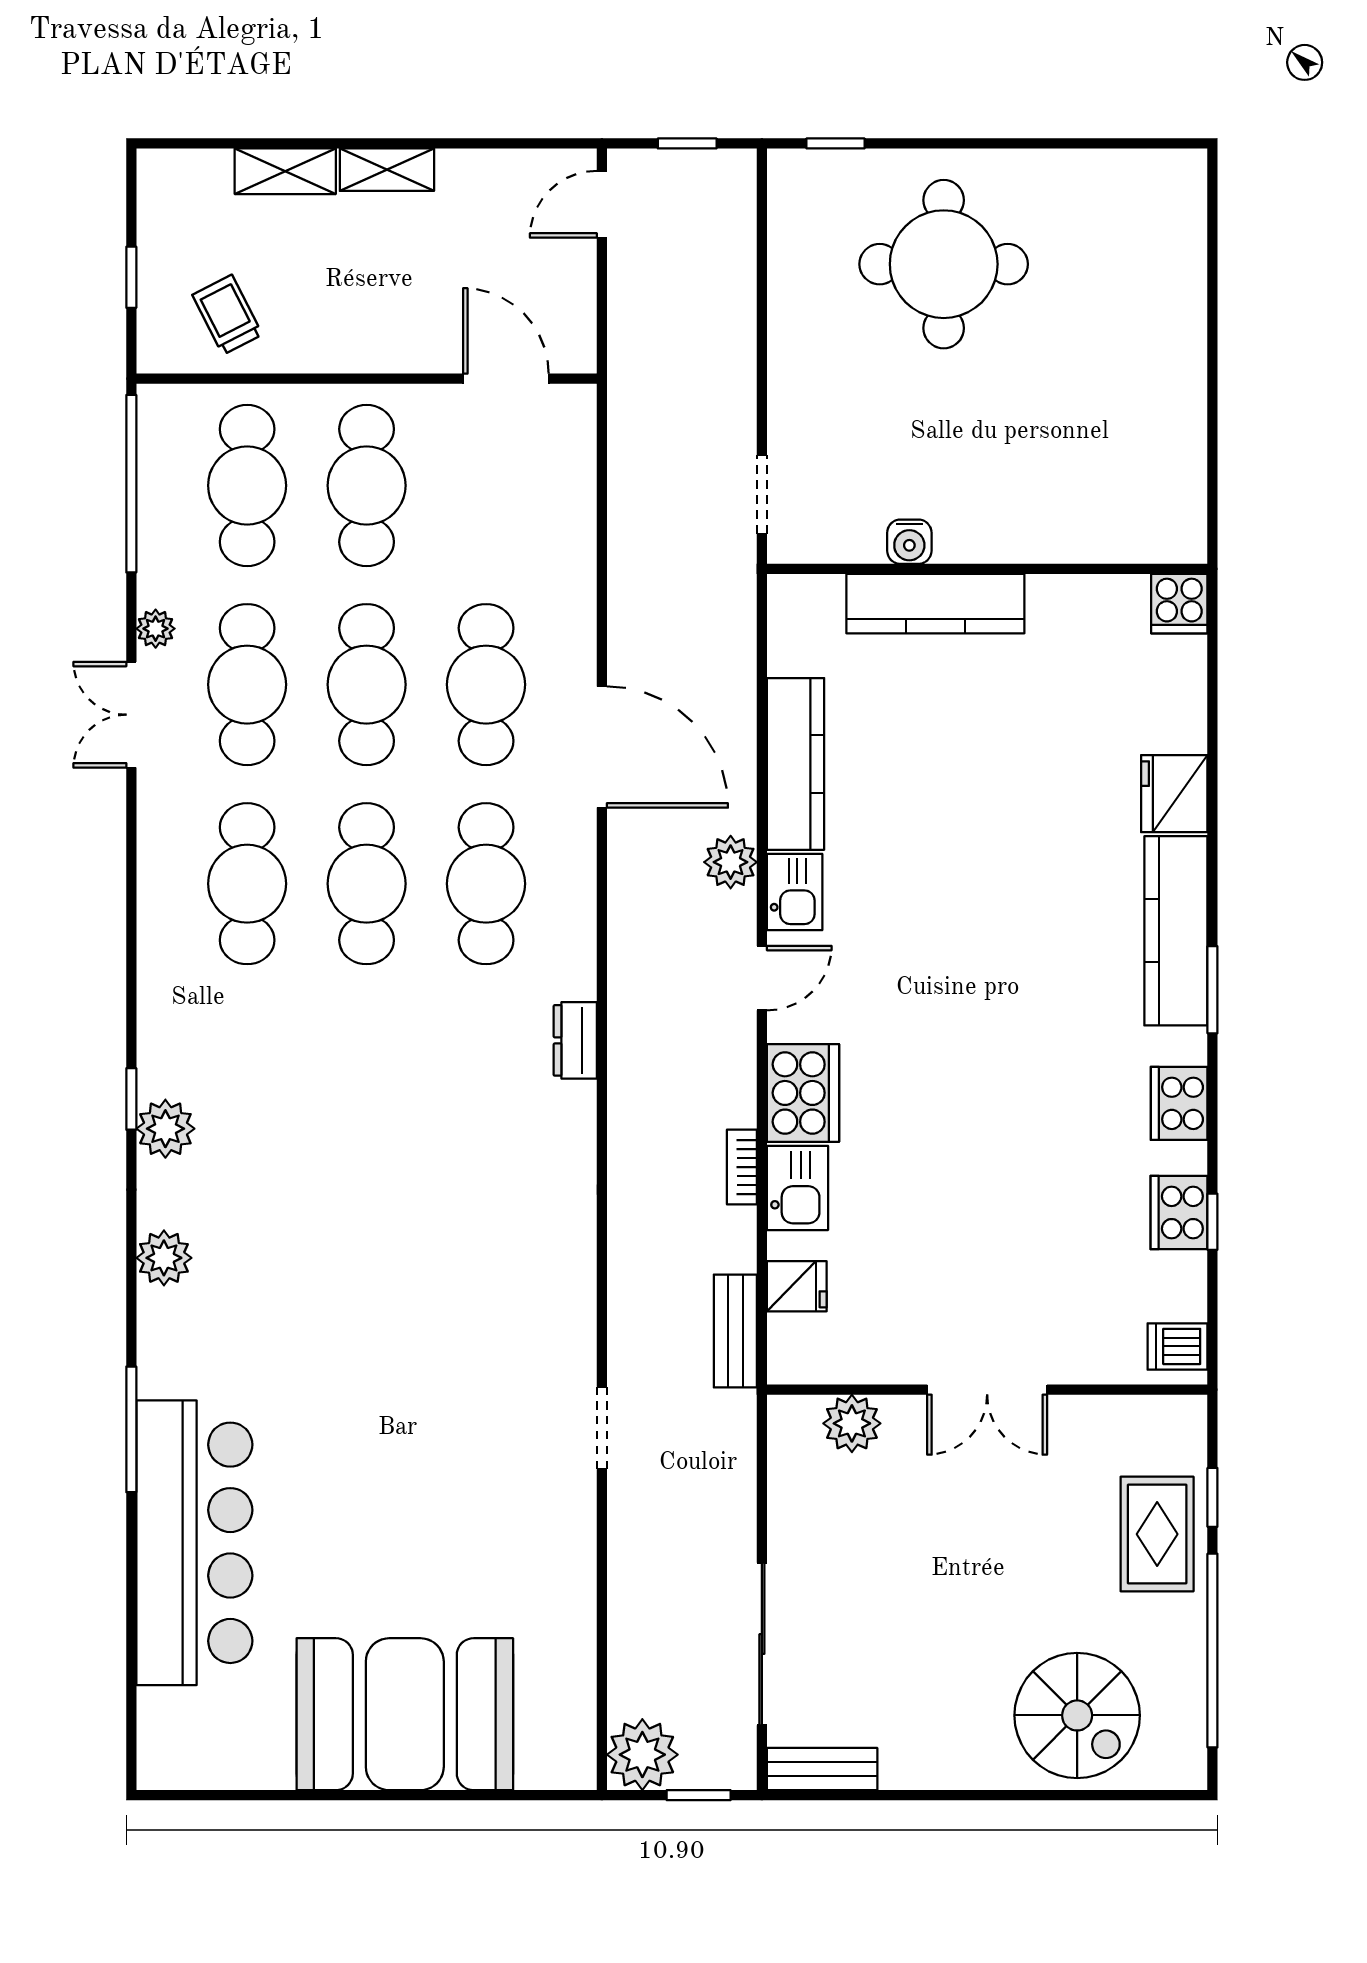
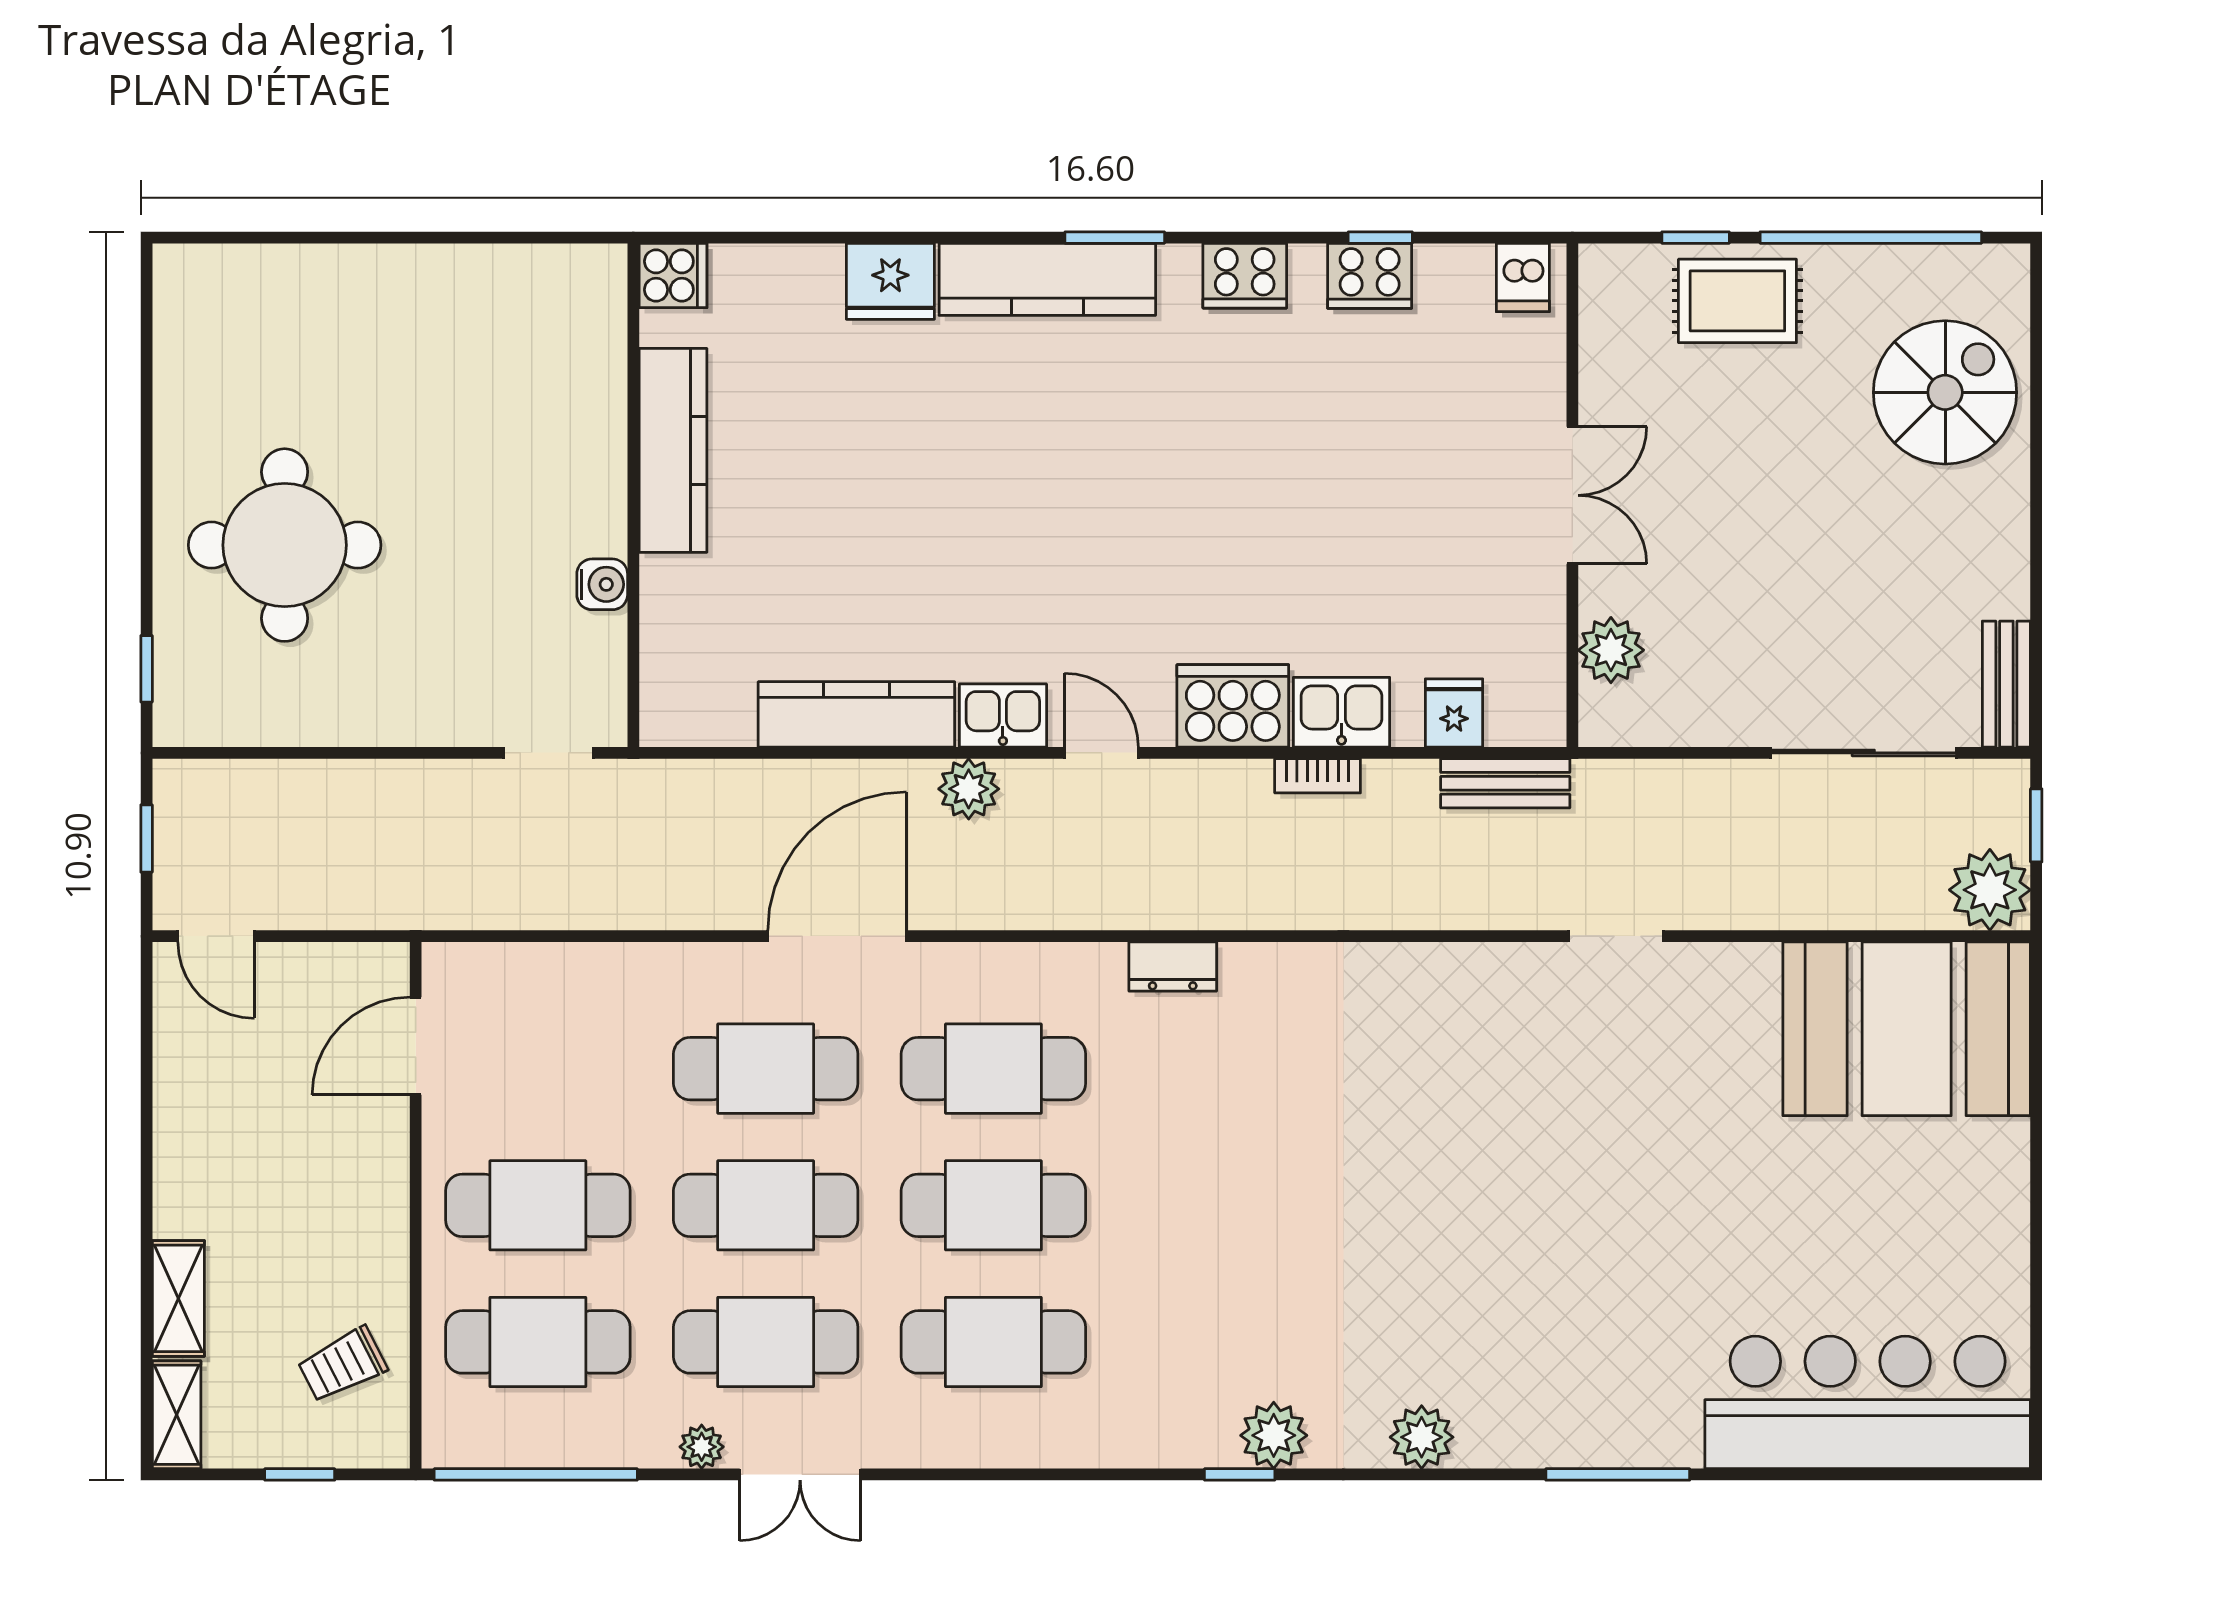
shelving: (387, 170) -> (177, 1415), moved
kitchen counter: (935, 604) -> (673, 450), moved
bar counter: (194, 1543) -> (1868, 1402), moved
booth: (405, 1714) -> (1907, 1029), moved, turned 90

